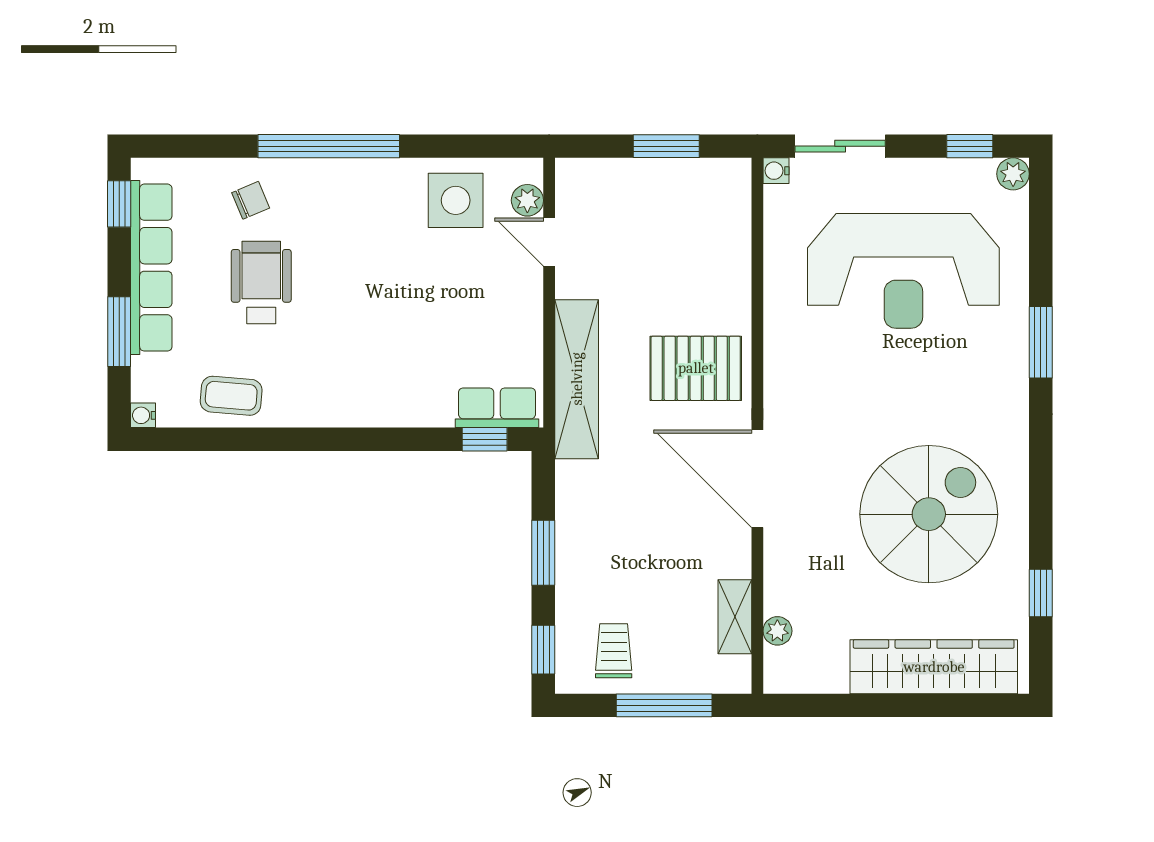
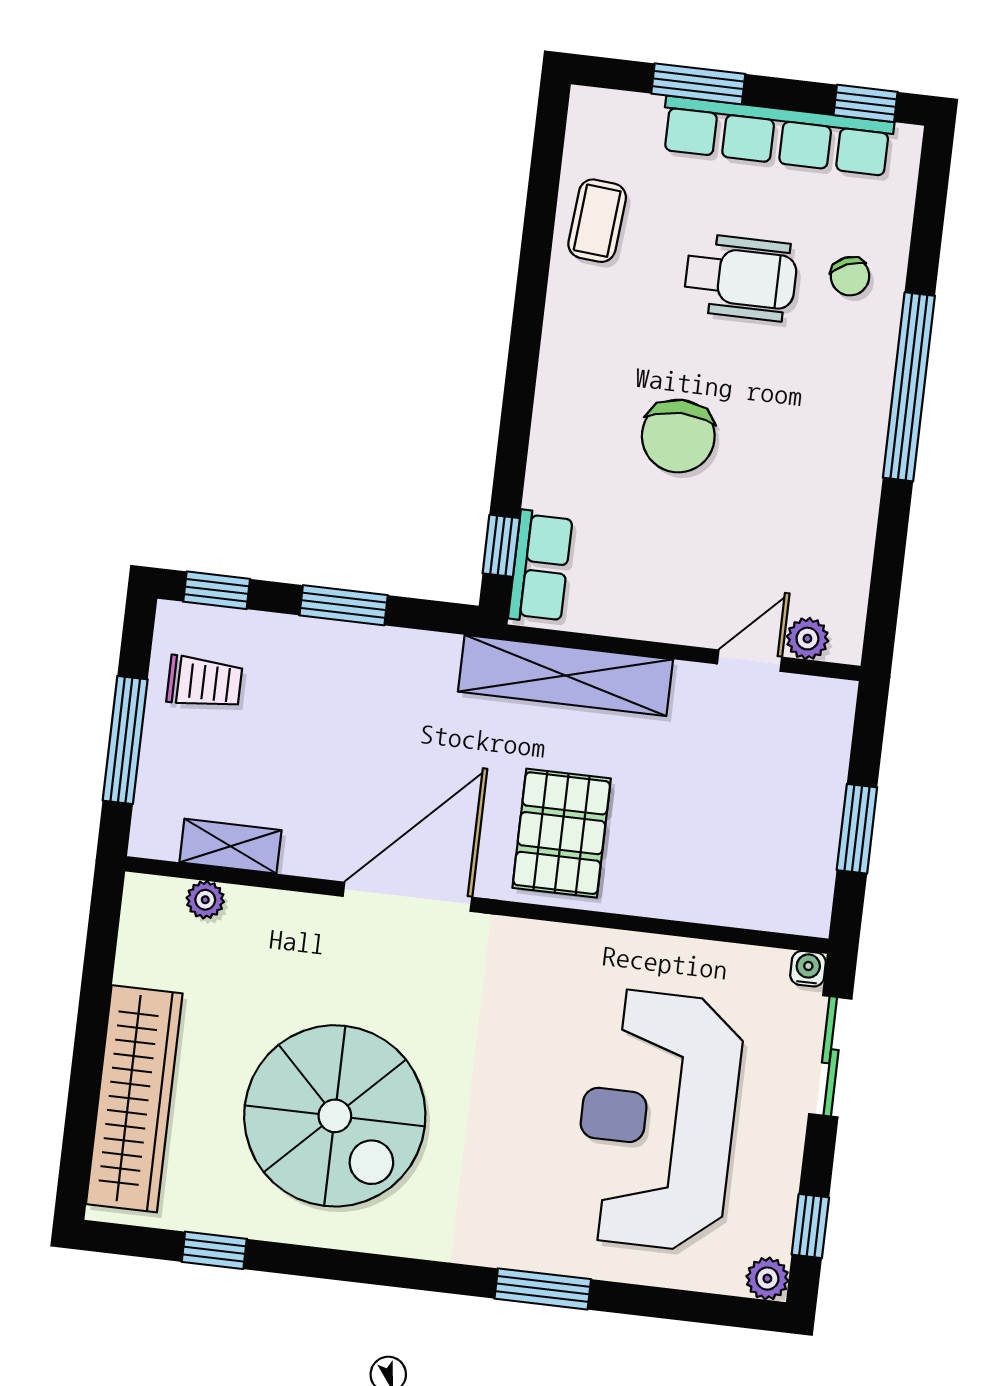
side table: (456, 200) -> (818, 545), removed
chair: (386, 316) -> (678, 436), added
water cooler: (143, 415) -> (585, 102), removed

